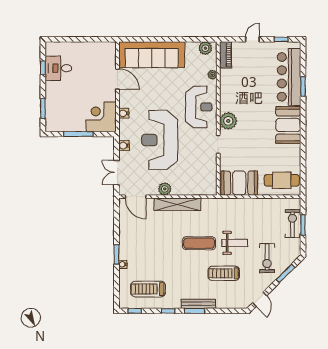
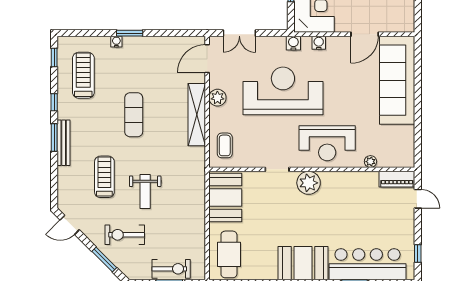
door: (252, 39) -> (418, 199), moved
plant: (205, 48) -> (406, 152), removed
water cooler: (124, 146) -> (293, 43), moved
double door: (116, 173) -> (239, 33), swing flipped
coffee table: (200, 183) -> (225, 145), added
exercise mat: (199, 243) -> (134, 115), moved

